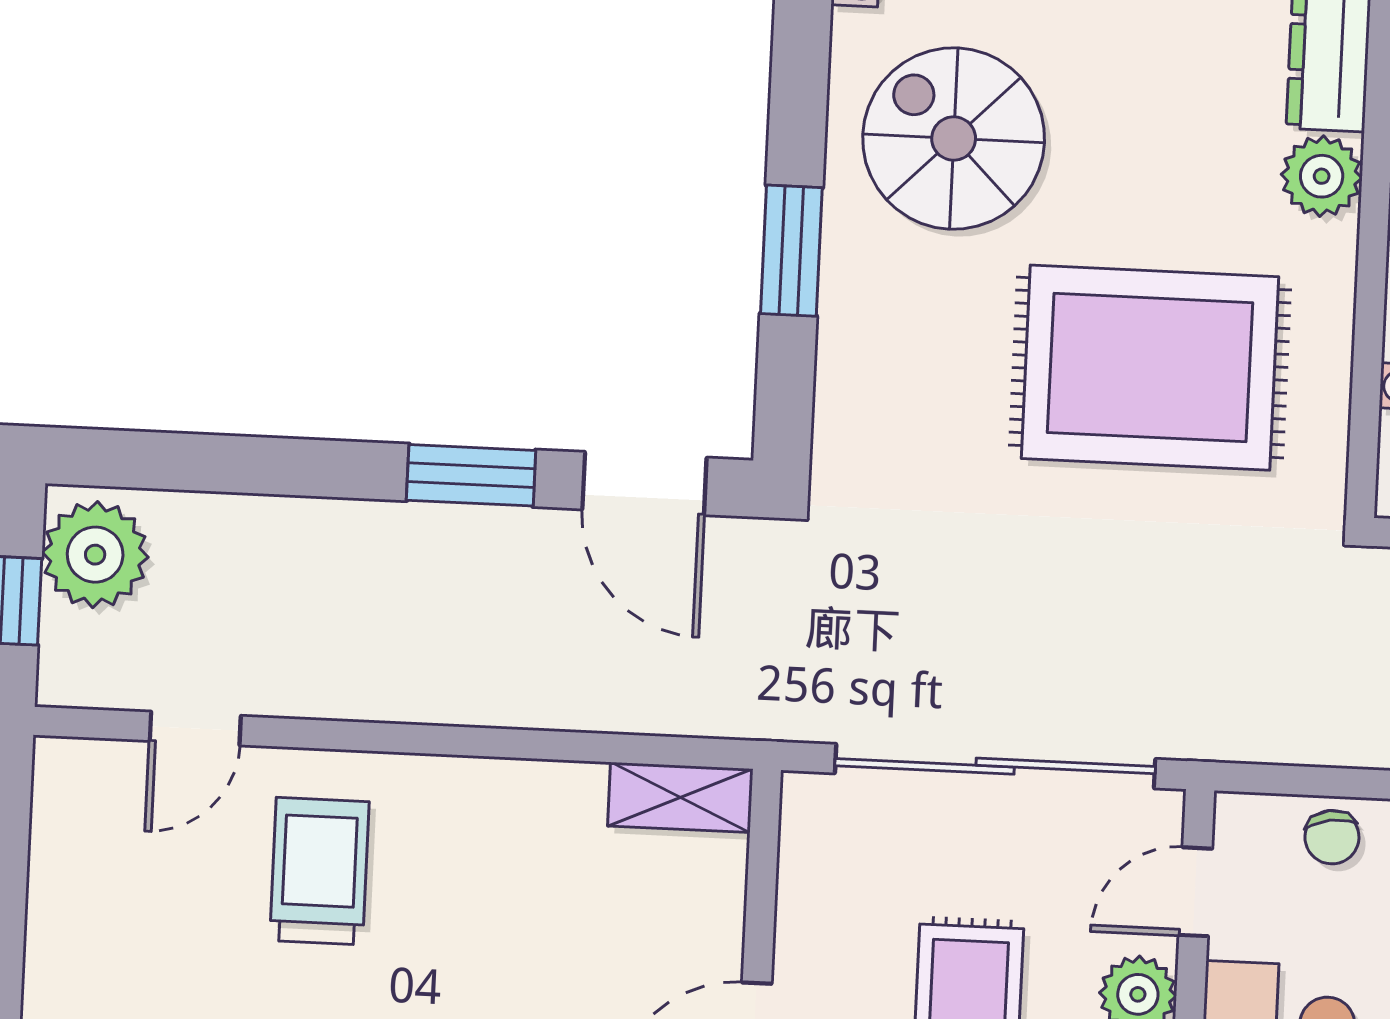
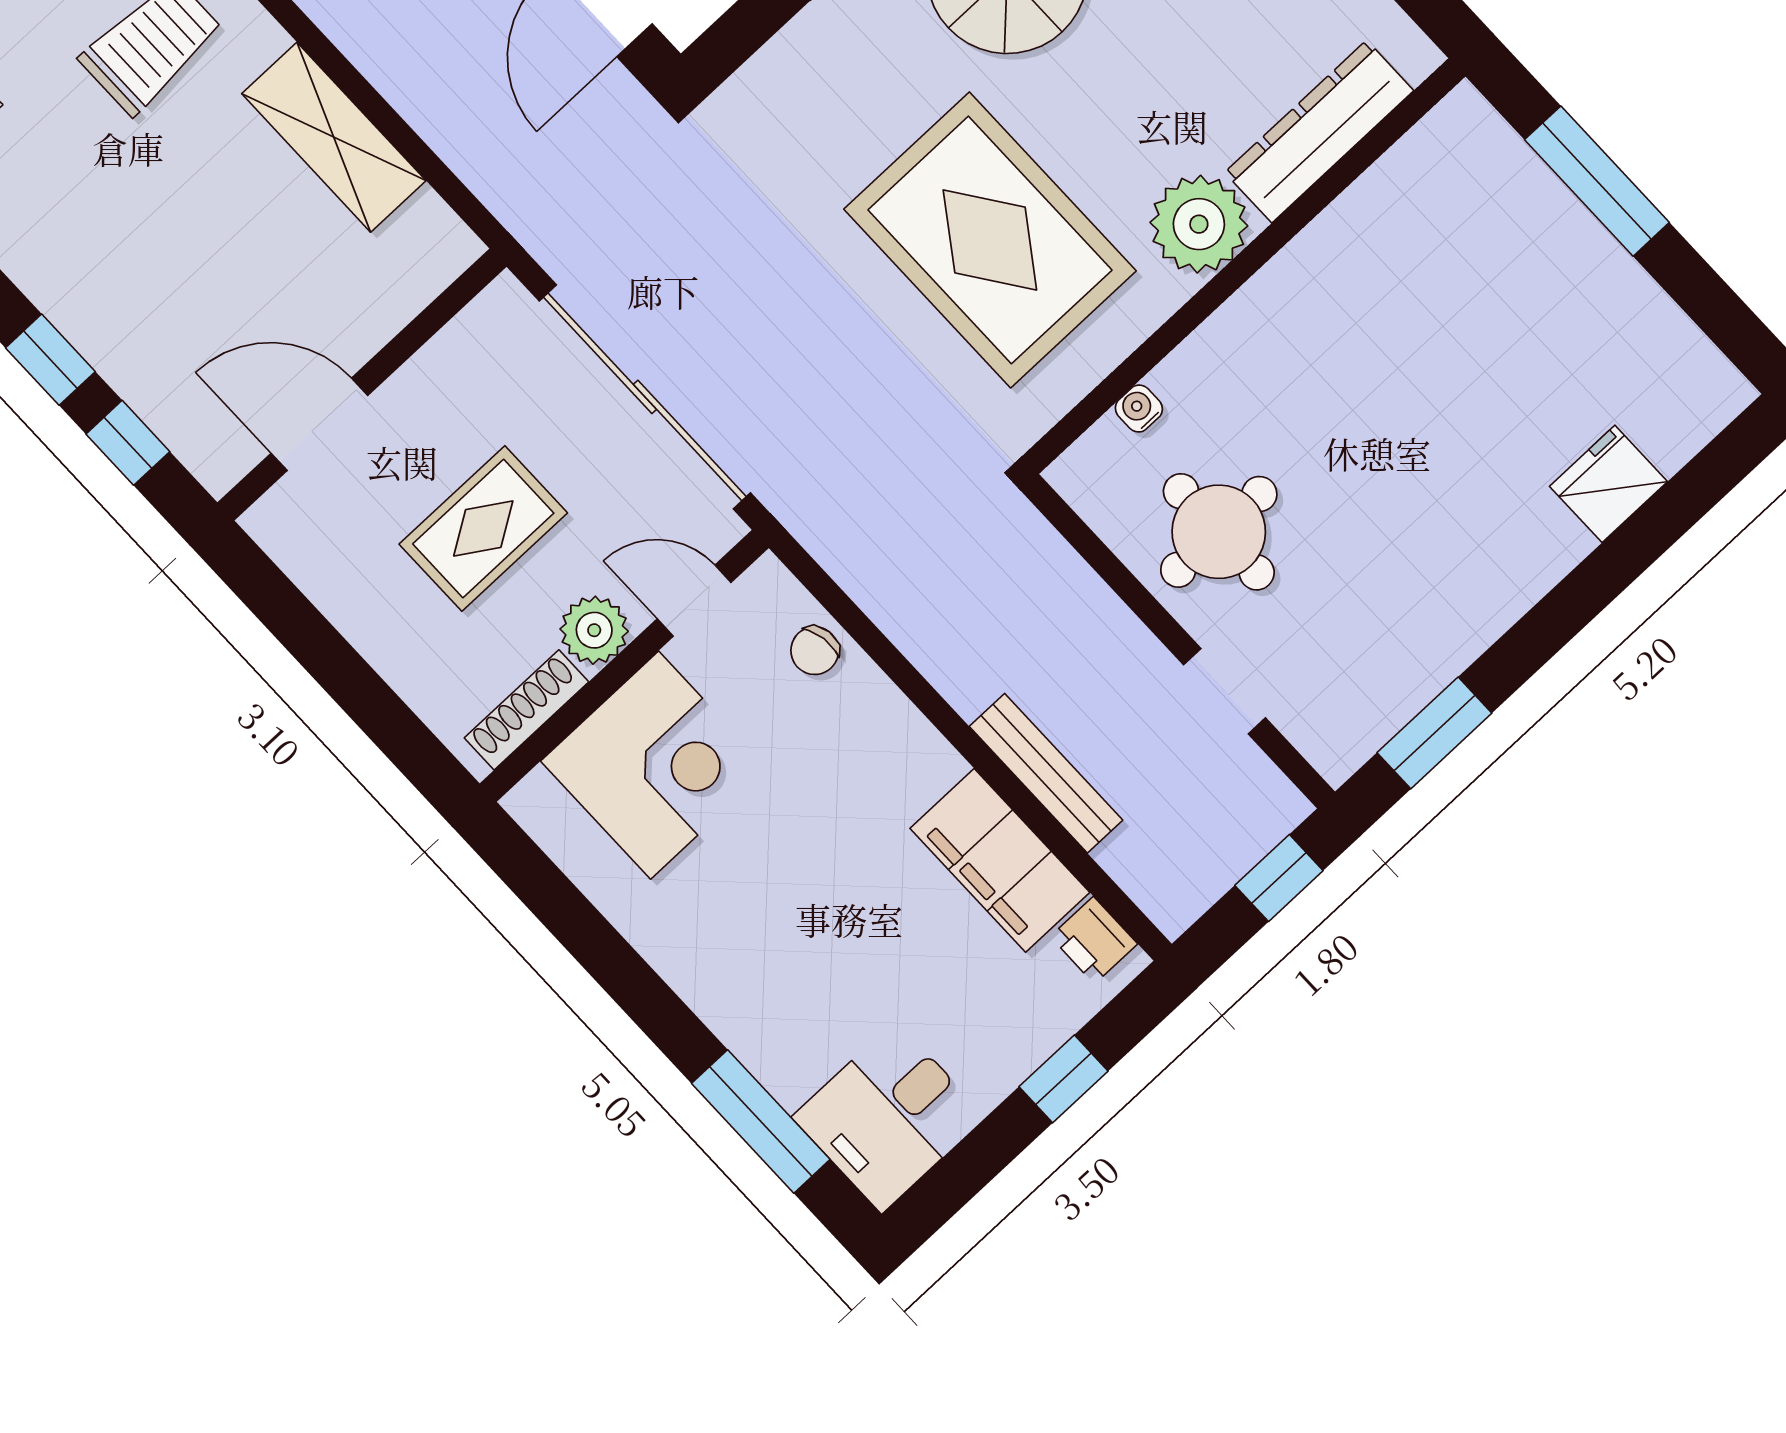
plant: (1322, 176) -> (1199, 224), width x1.36, depth x1.36
shelving: (680, 797) -> (334, 137), moved, width x1.50, depth x1.33

